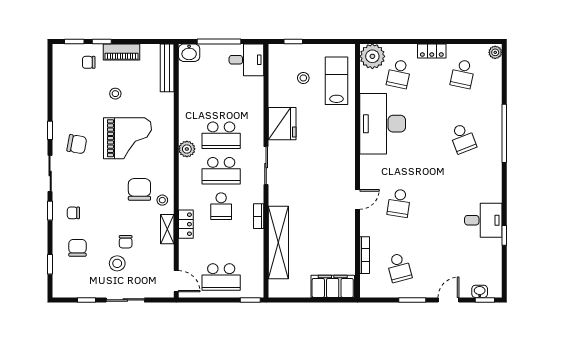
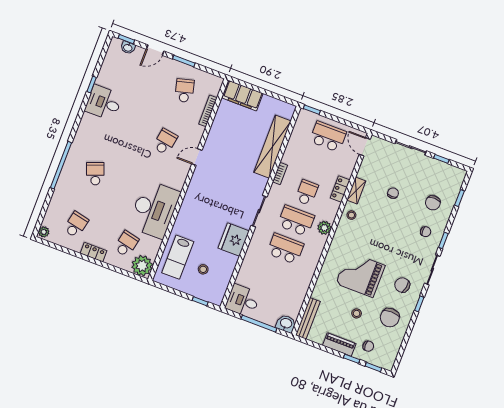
plant: (187, 149) -> (324, 228), moved
chair: (139, 189) -> (390, 318), moved
stool: (117, 263) -> (406, 179), removed

